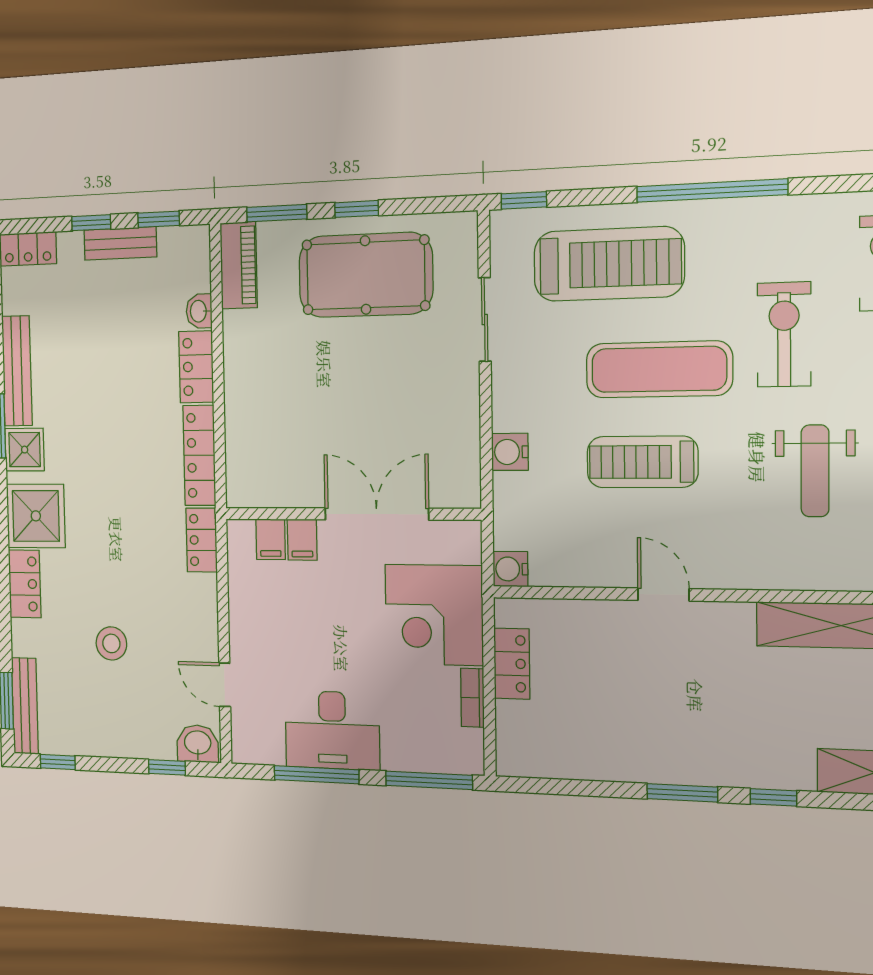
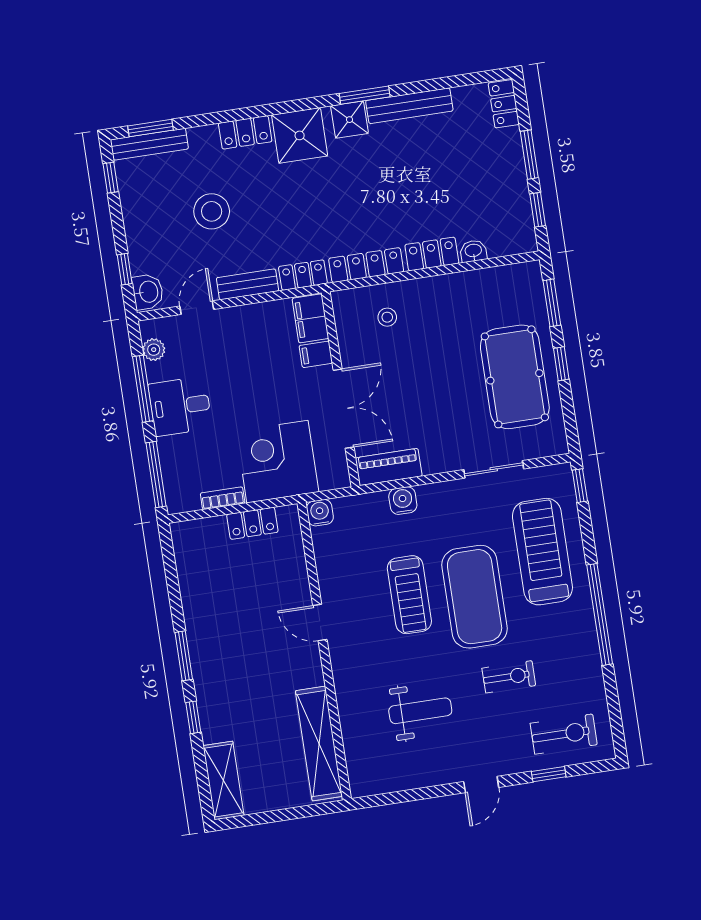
window: (91, 223) -> (529, 155), width x1.50
bench: (120, 243) -> (248, 284), moved, turned 90
treadmill: (609, 264) -> (542, 552), turned 180
piano: (239, 265) -> (389, 467), moved, turned 180
exercise bike: (784, 334) -> (509, 677), width x0.73, depth x0.72
exercise mat: (659, 369) -> (475, 597), width x1.47
stool: (267, 437) -> (387, 317), added
treadmill: (642, 462) -> (409, 595), turned 180
weight bench: (815, 471) -> (420, 711), turned 180
filing cabinet: (271, 539) -> (310, 318), width x2.00
door: (663, 595) -> (320, 623), swing flipped
stool: (111, 643) -> (212, 211), width x1.38, depth x1.38
desk: (332, 730) -> (180, 406), width x0.73
plant: (269, 751) -> (154, 350), added

